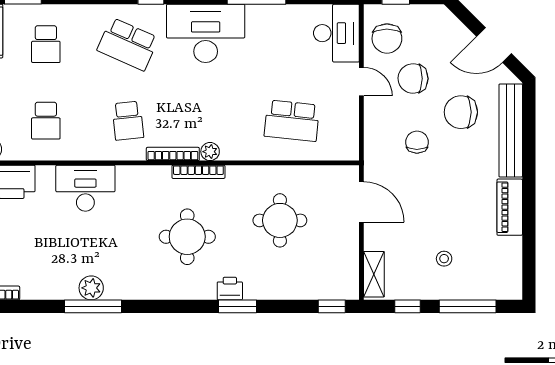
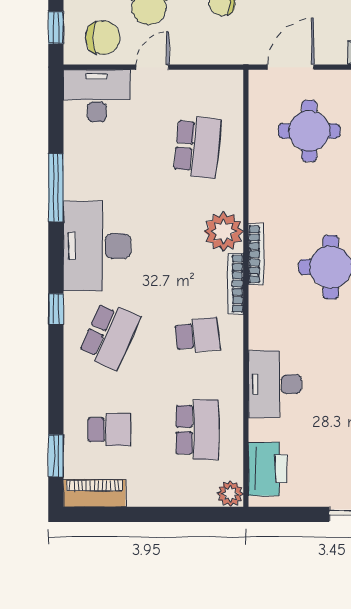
school desk: (46, 121) -> (197, 430), width x1.85
plant: (210, 152) -> (224, 232), width x1.87, depth x1.87
round table: (280, 220) -> (309, 131), moved

